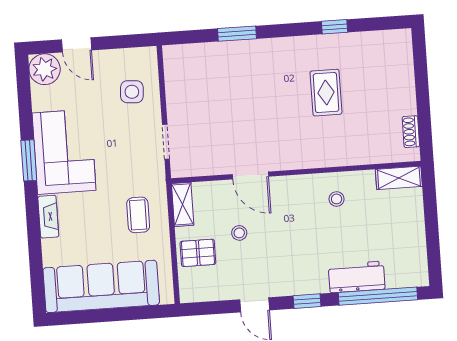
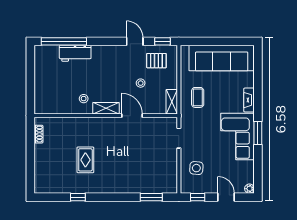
window: (237, 34) -> (151, 197), moved
window: (126, 41) -> (198, 197), added
plant: (45, 69) -> (249, 189), width x0.53, depth x0.53
shelving: (399, 178) -> (106, 108), moved
pallet: (198, 253) -> (156, 61), moved
window: (307, 301) -> (162, 41), moved

